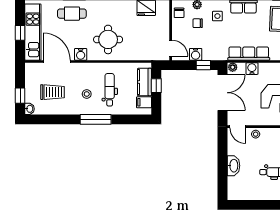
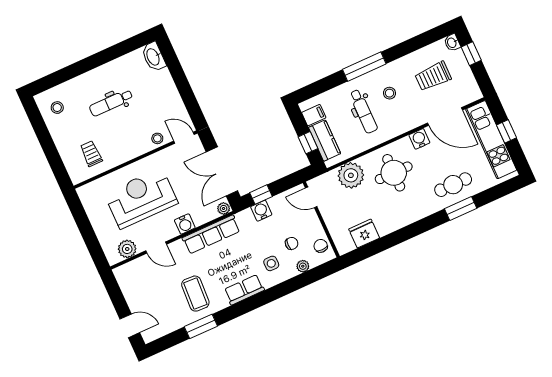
plant: (137, 51) -> (351, 175), added
water cooler: (196, 54) -> (261, 211), moved
water cooler: (252, 69) -> (185, 224), moved
washbasin: (233, 166) -> (153, 57), moved

